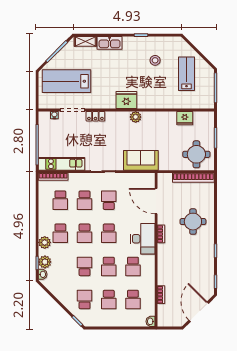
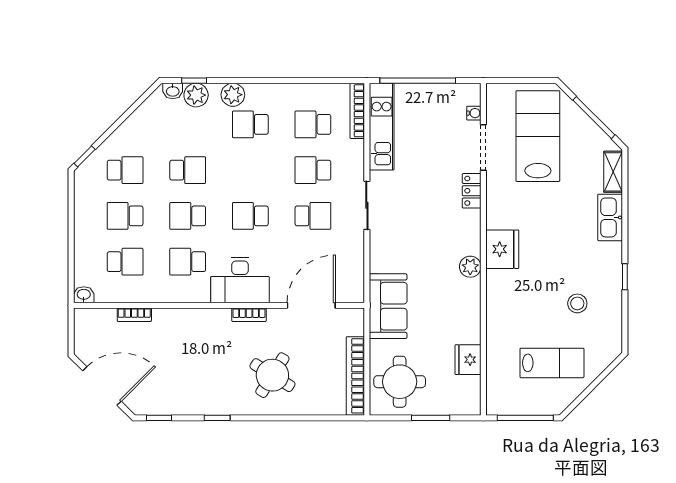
sofa: (141, 160) -> (388, 306), moved
round table: (193, 222) -> (272, 375), turned 32
school desk: (85, 233) -> (250, 170), removed
school desk: (133, 300) -> (125, 262), turned 180

